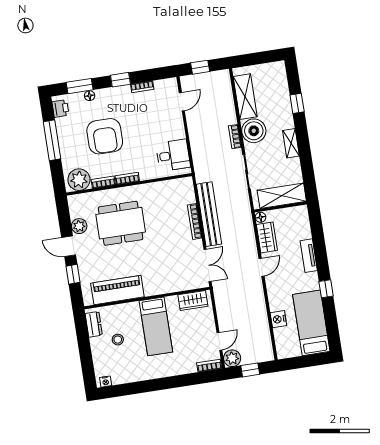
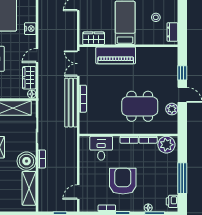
armchair: (105, 136) -> (123, 181), moved
desk: (173, 155) -> (101, 148), moved, turned 90
piano: (117, 290) -> (116, 55), moved
nightstand: (278, 319) -> (30, 29), moved

